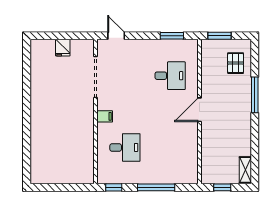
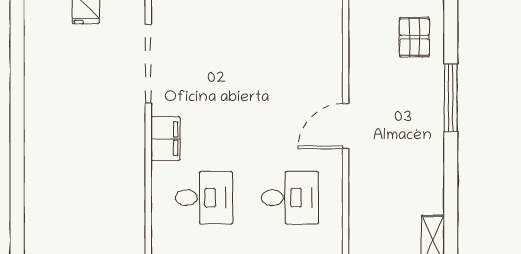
desk: (170, 76) -> (290, 198), moved
filing cabinet: (105, 116) -> (165, 139), width x2.00

